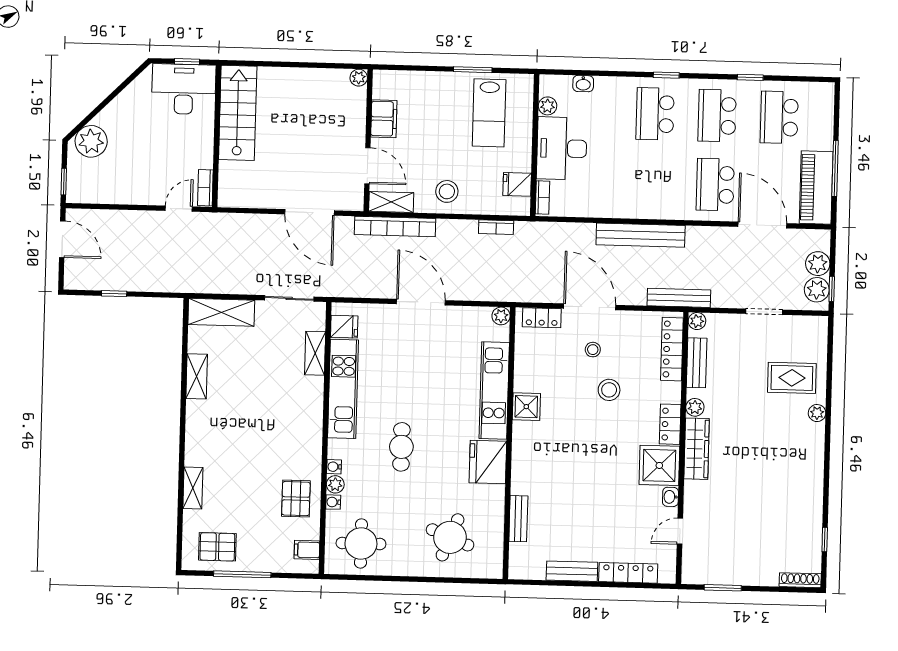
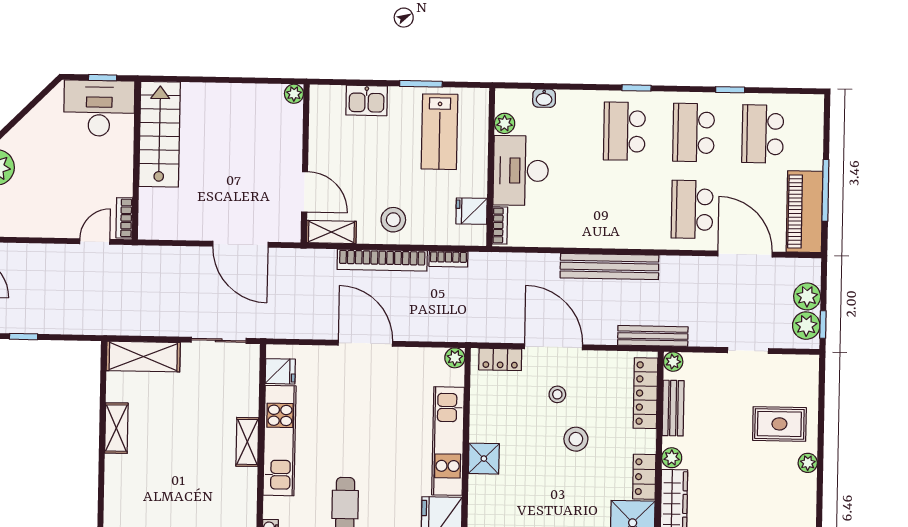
kitchen sink: (424, 84) -> (367, 100), added
filing cabinet: (384, 119) -> (322, 139), removed
bookcase: (395, 227) -> (382, 260), moved
shelving: (315, 353) -> (247, 442), moved

